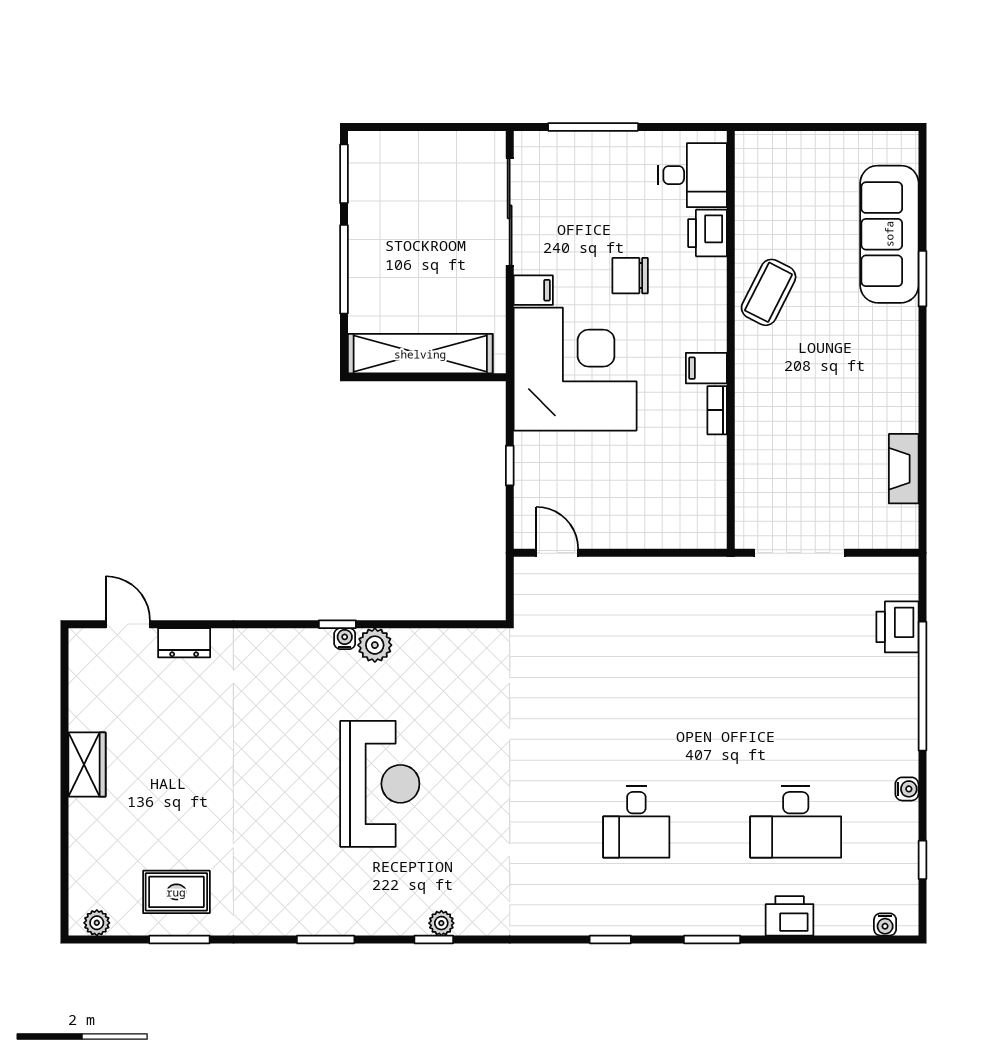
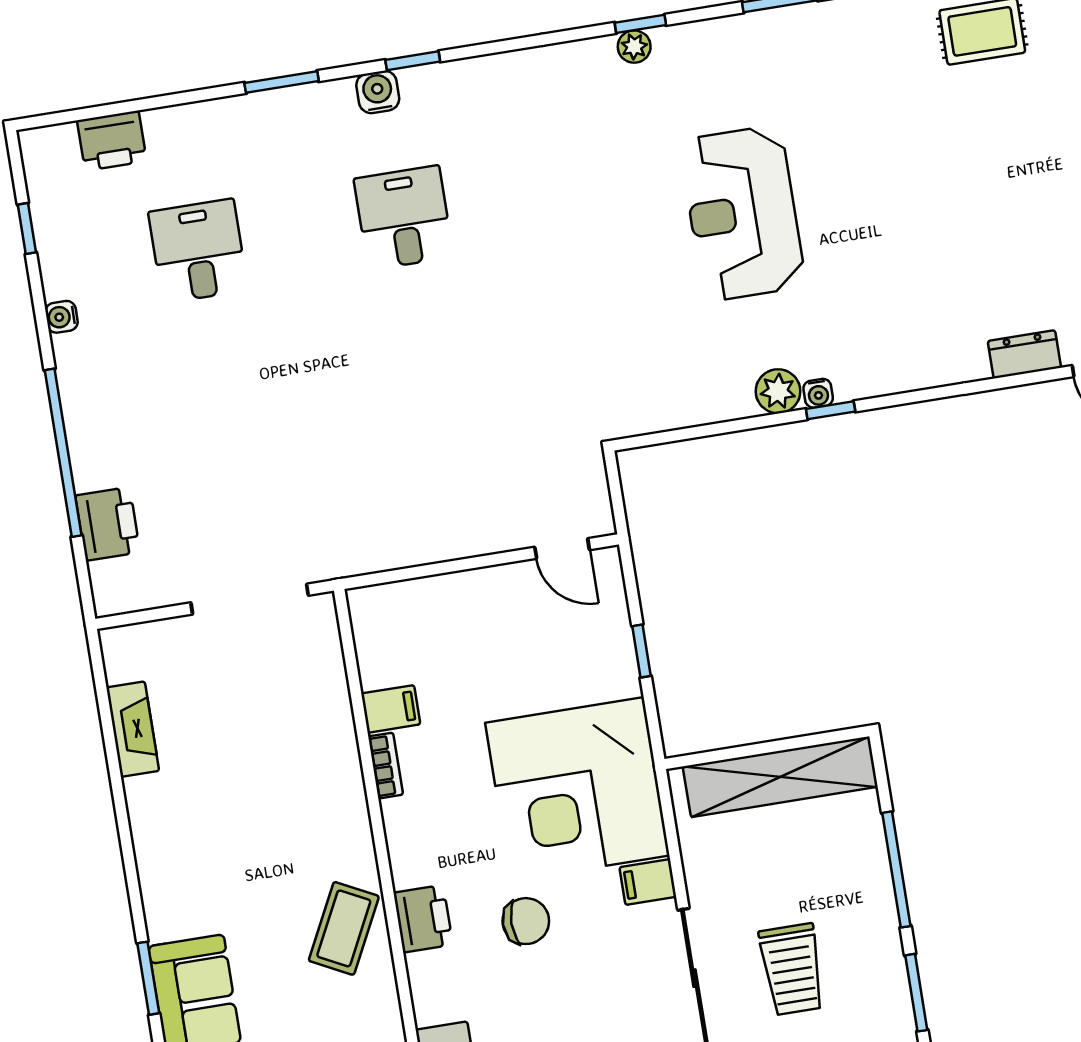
trolley: (435, 207) -> (792, 969), added
printer: (707, 233) -> (423, 919), moved
filing cabinet: (706, 368) -> (391, 709), moved
desk: (796, 822) -> (198, 251), width x0.73
printer: (790, 916) -> (112, 141), moved
water cooler: (885, 924) -> (378, 92), moved, width x1.38, depth x1.38

